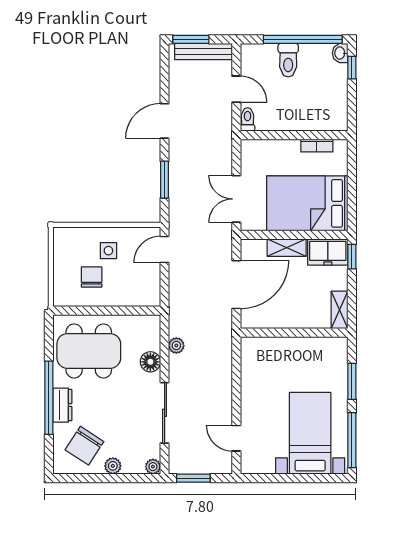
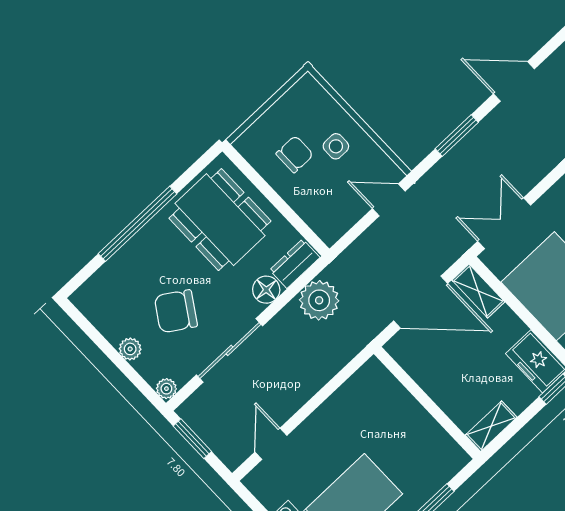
shelving: (287, 248) -> (478, 291), moved
plant: (176, 346) -> (319, 300), width x1.88, depth x1.88
dresser: (62, 405) -> (295, 264), moved, turned 180
chair: (84, 446) -> (176, 311), moved

